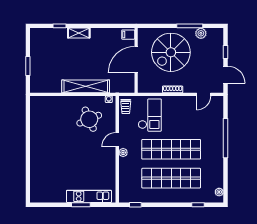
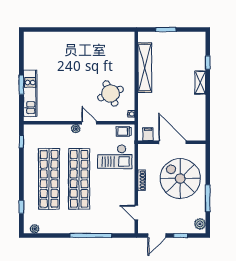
plant: (201, 33) -> (200, 224), moved
filing cabinet: (128, 35) -> (148, 134), moved
shelving: (86, 86) -> (145, 68), moved

